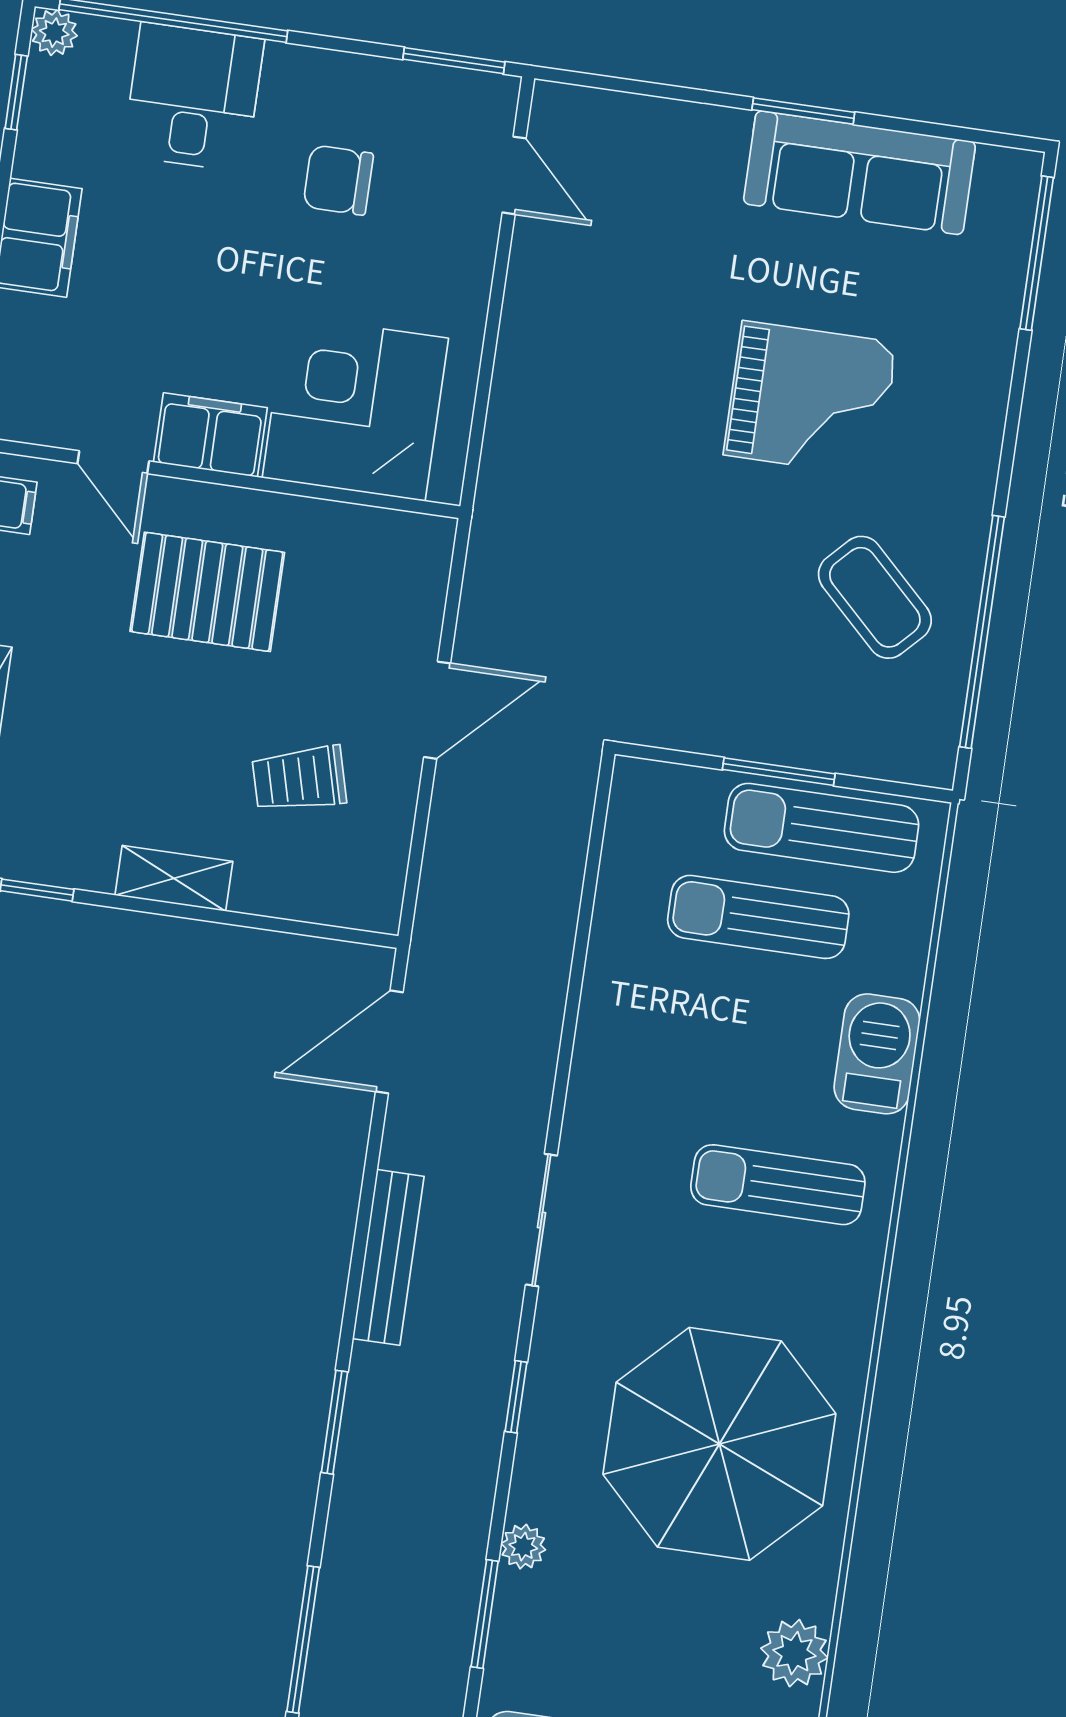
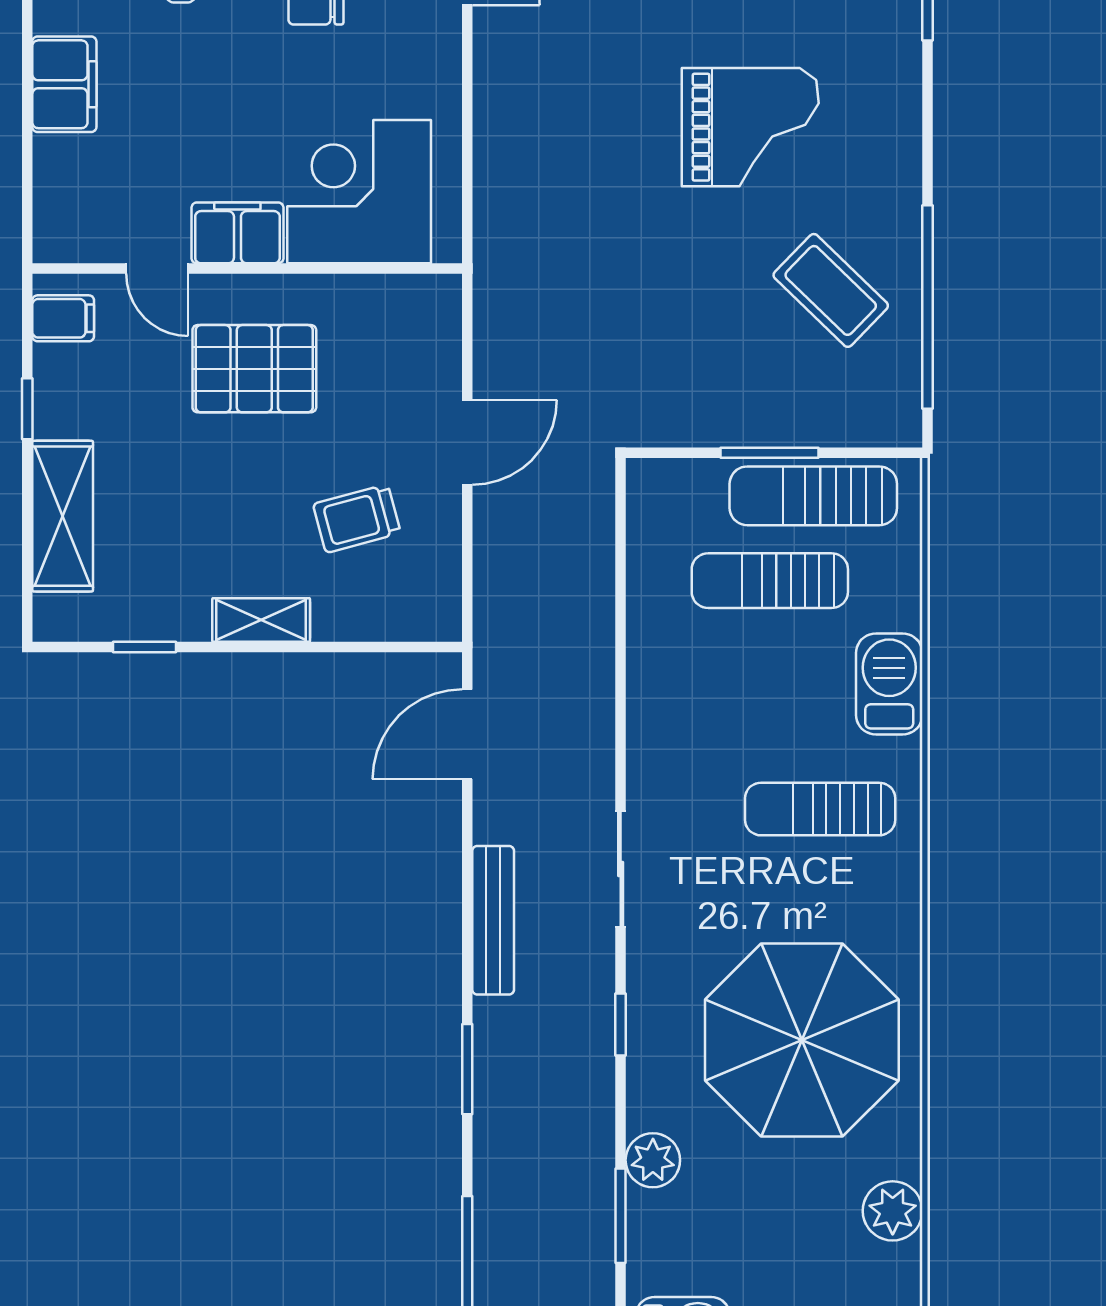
plant: (523, 1547) -> (653, 1160), width x1.38, depth x1.38

